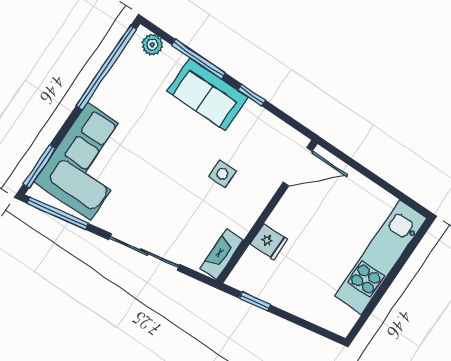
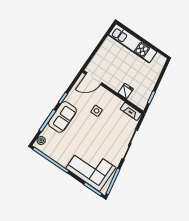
door: (298, 167) -> (94, 79), swing flipped

